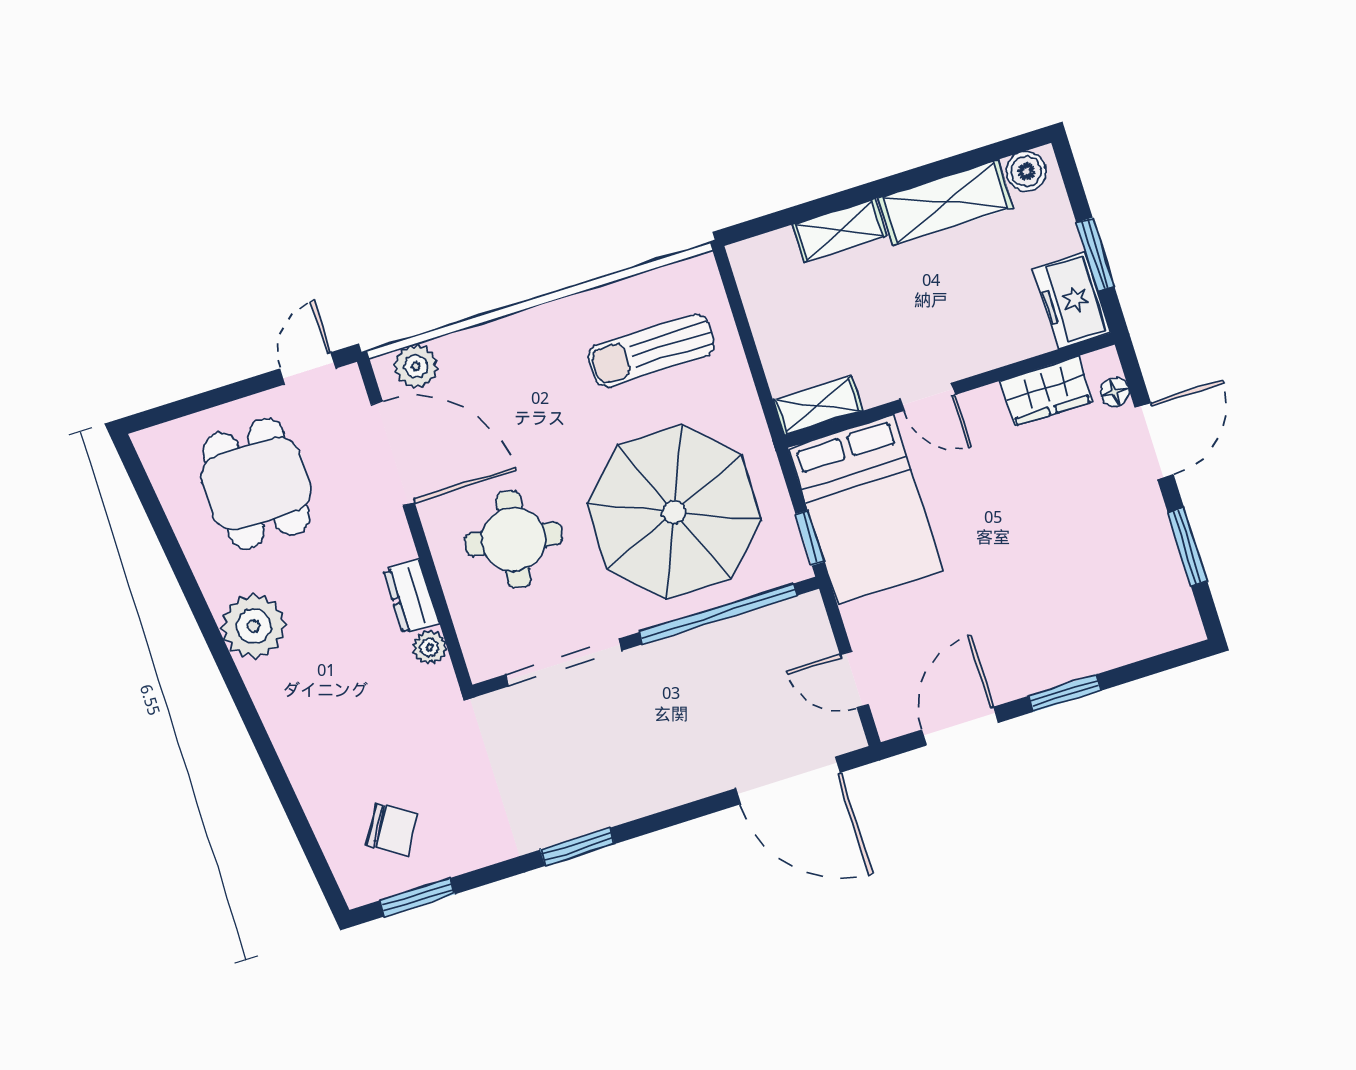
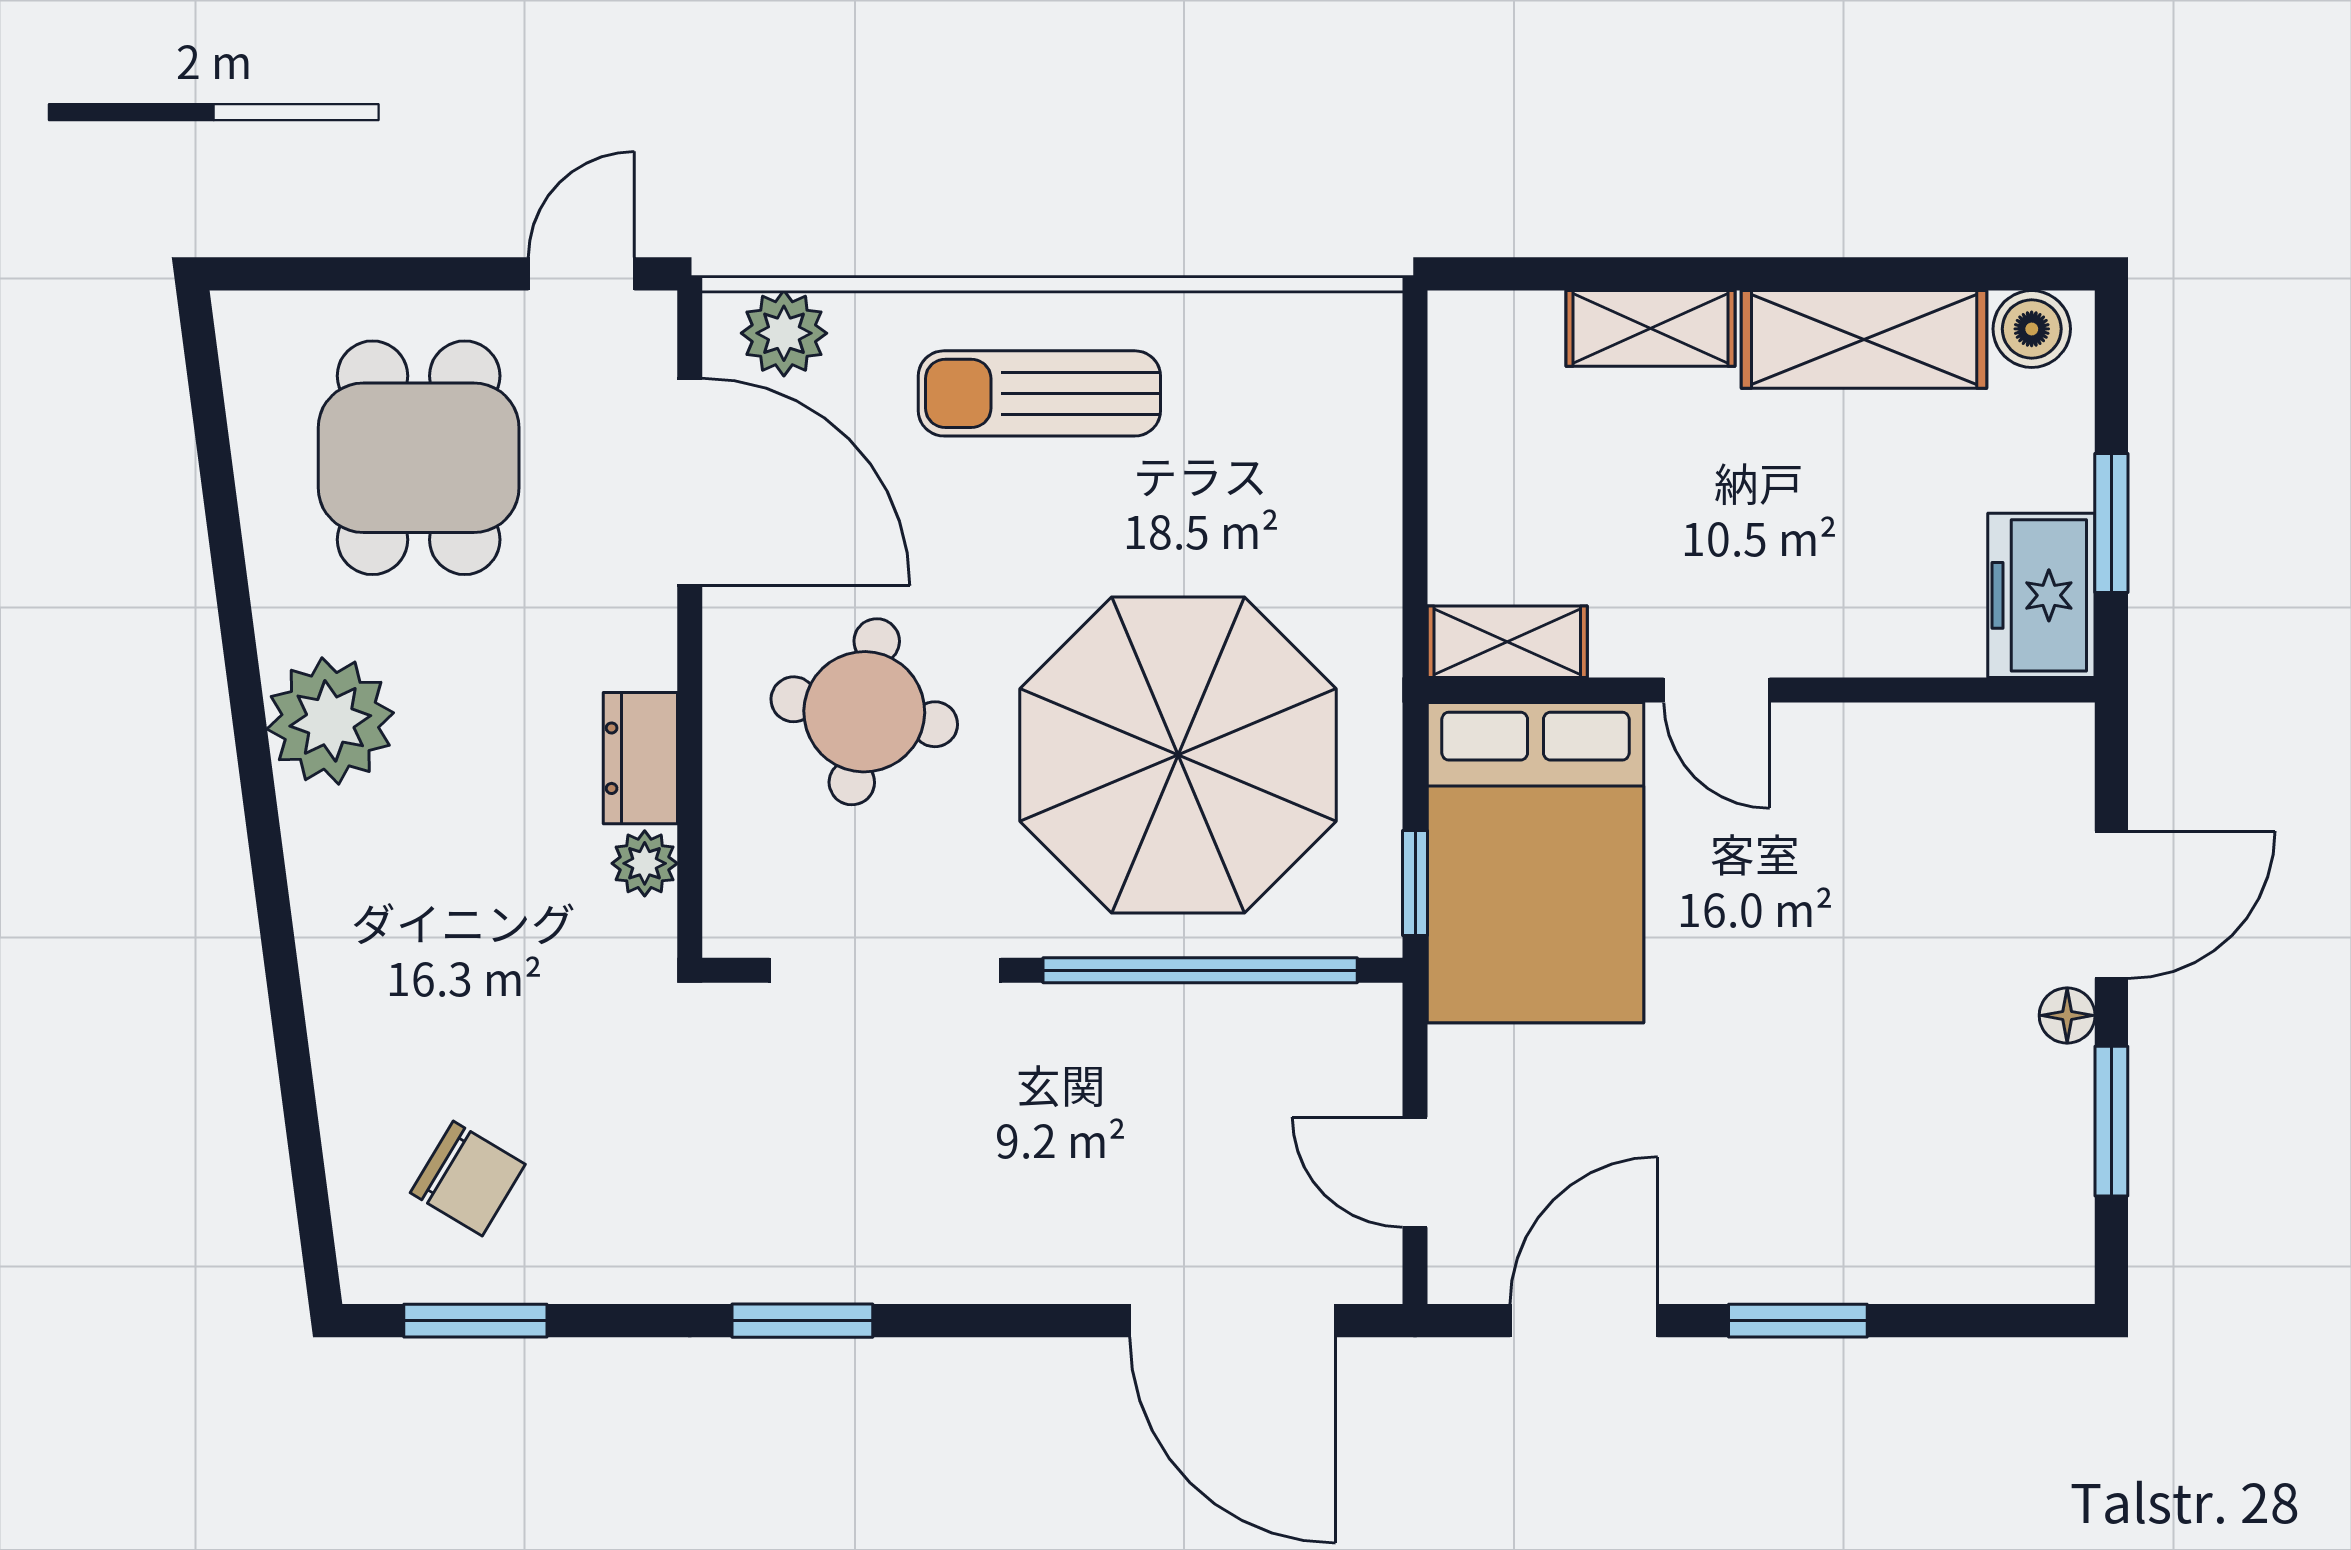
sun lounger: (651, 351) -> (1039, 393), moved
wardrobe: (1047, 391) -> (1941, 749), removed
floor lamp: (1115, 392) -> (2067, 1015), moved

